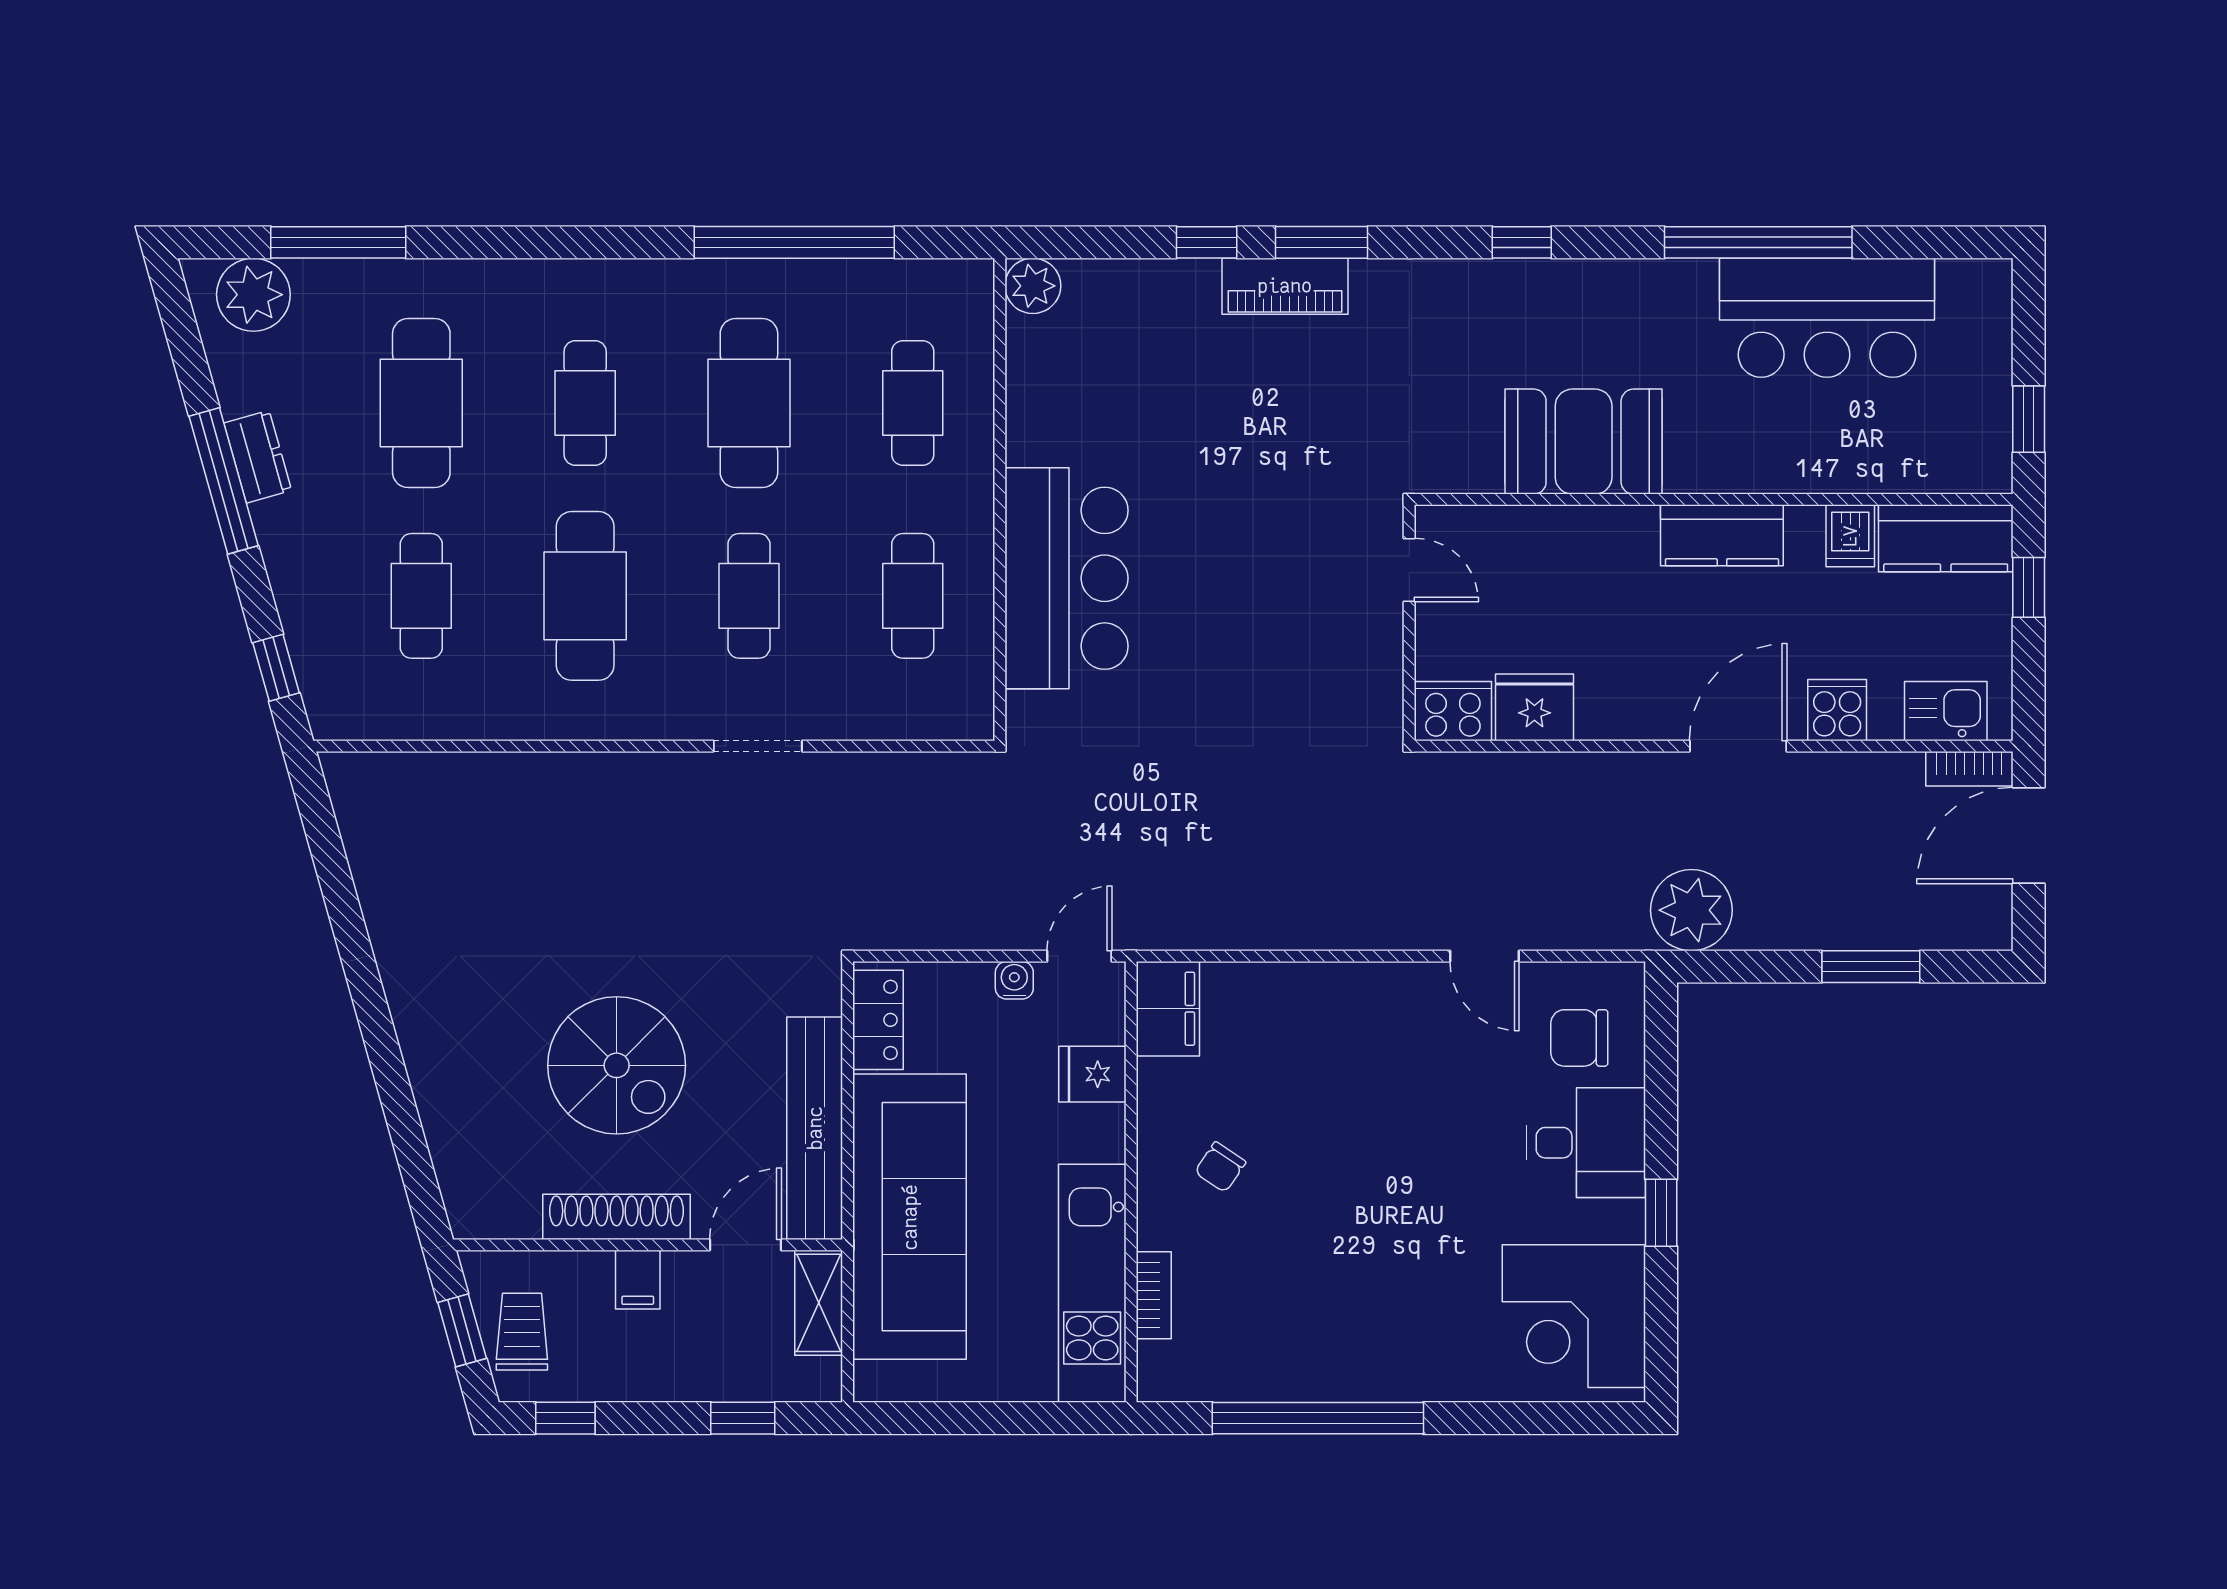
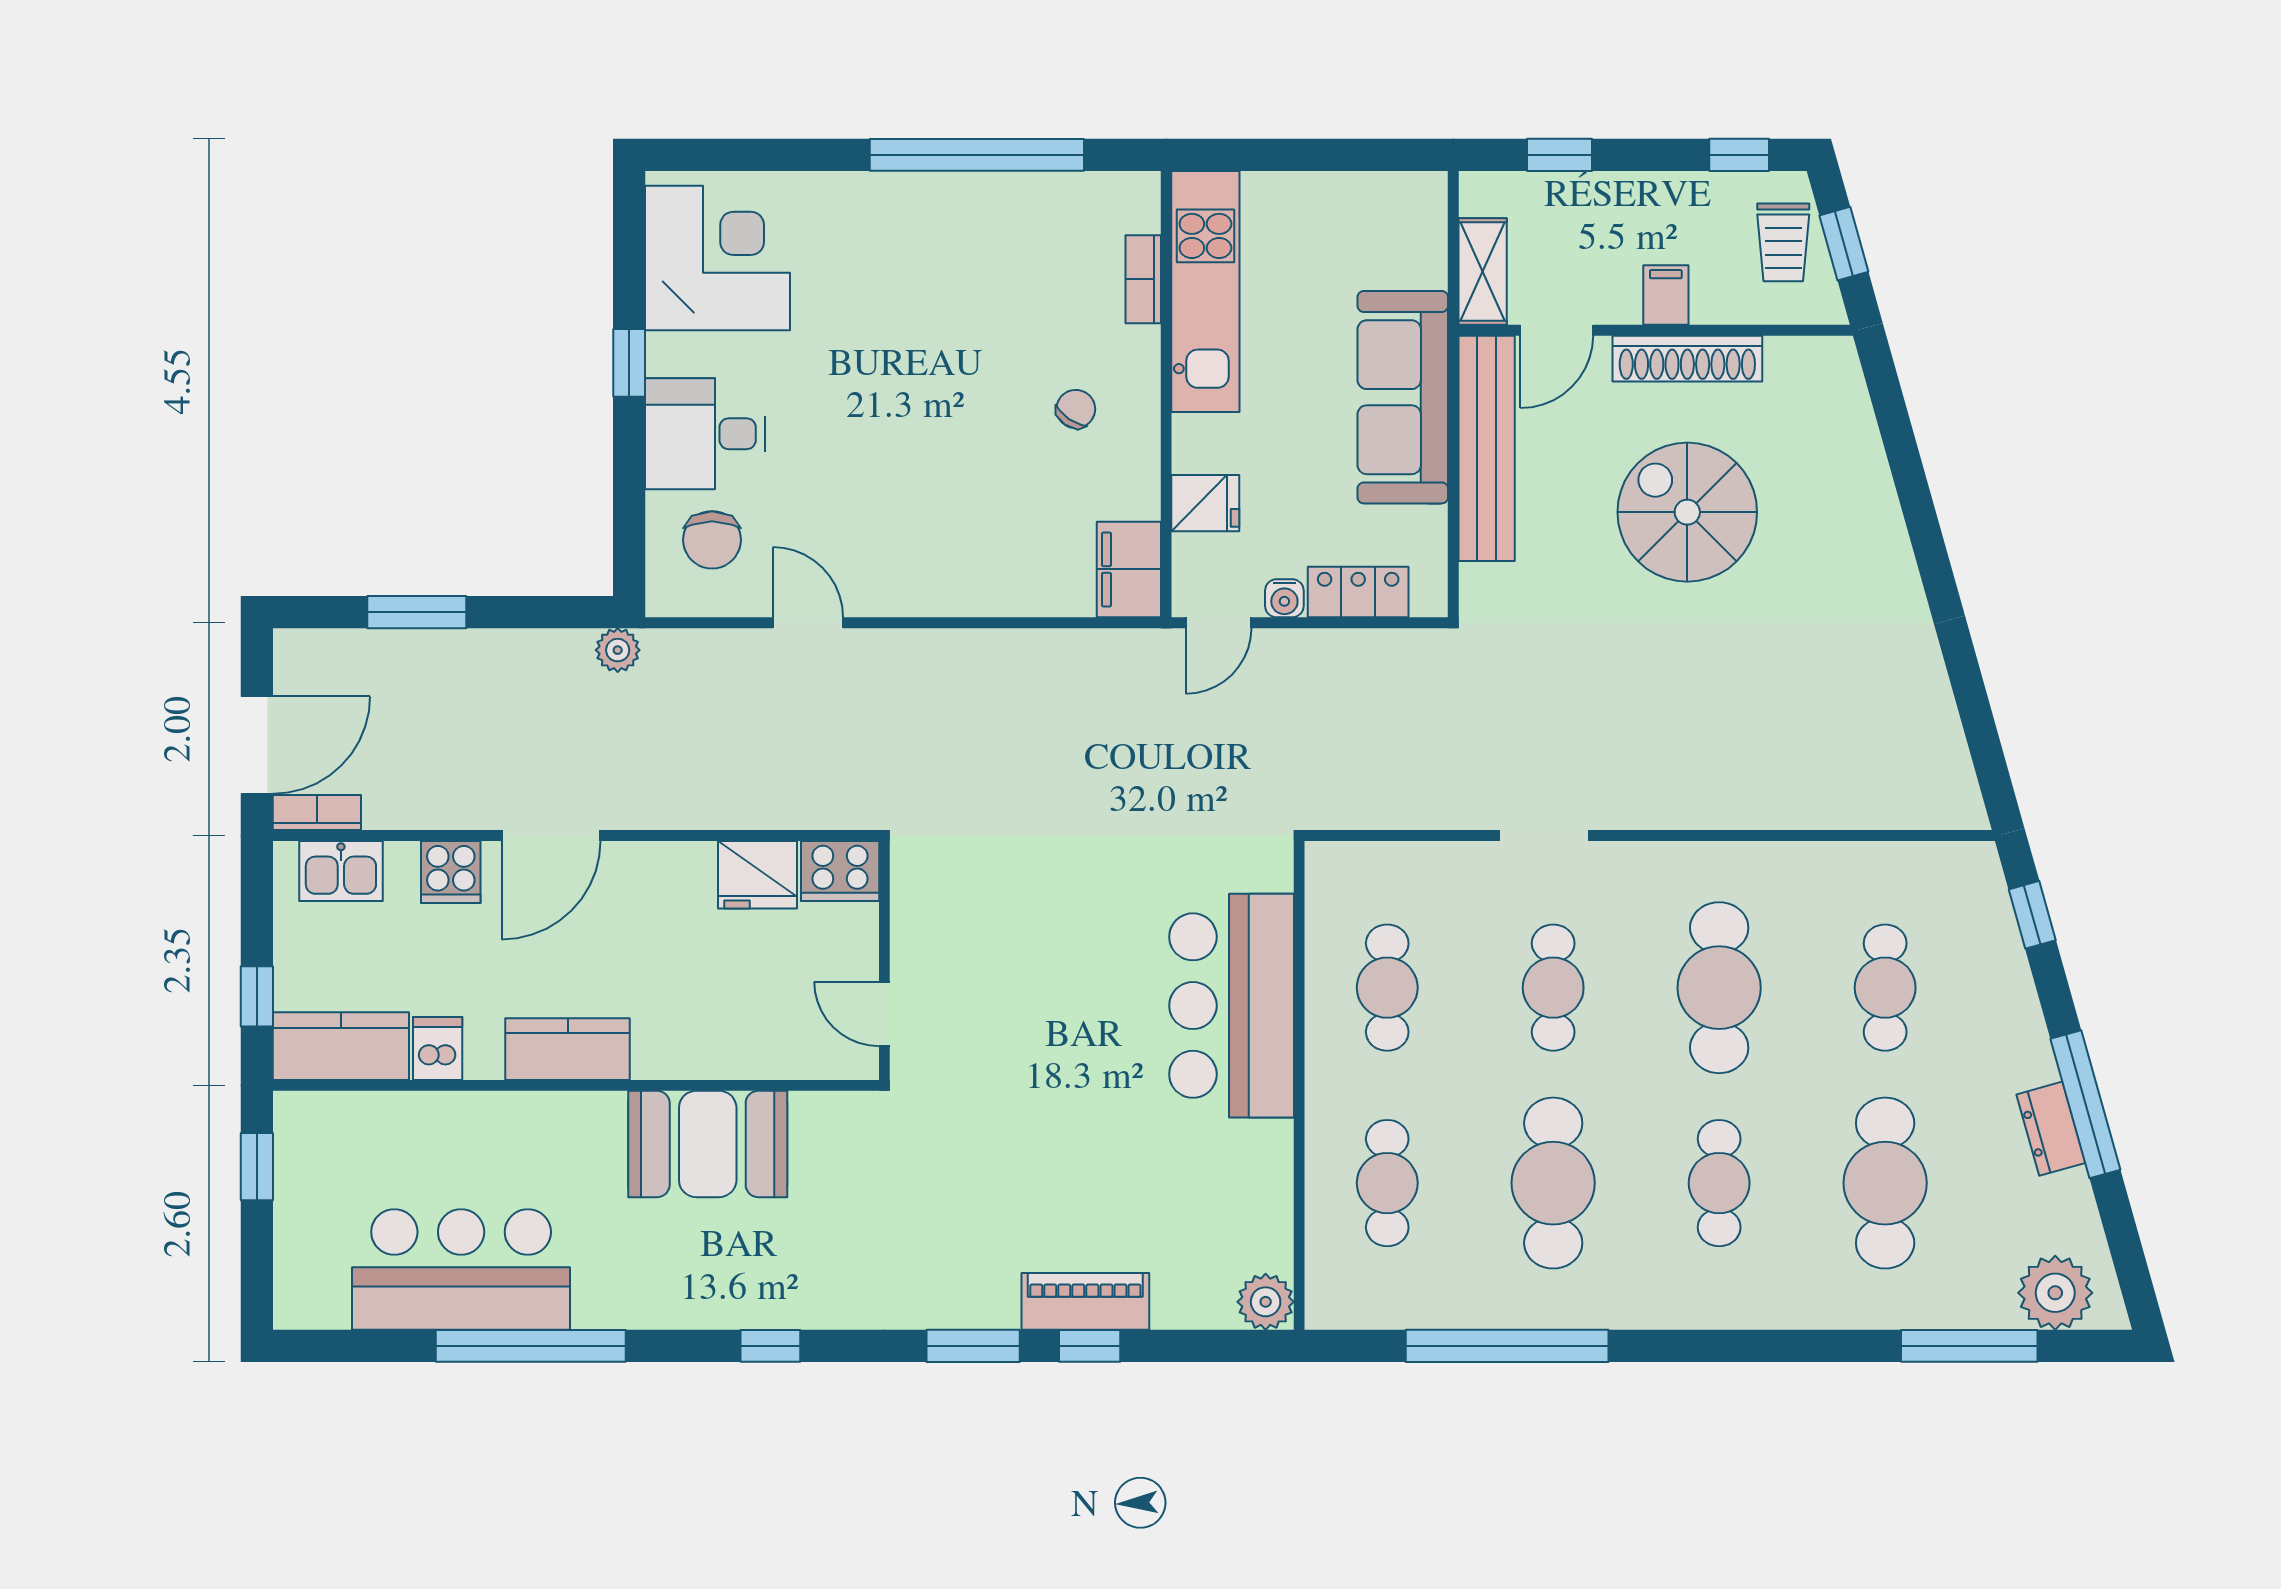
piano: (1285, 286) -> (1085, 1301), moved
plant: (1691, 910) -> (618, 650), width x0.53, depth x0.53
locker: (878, 1020) -> (1358, 592), moved, turned 90
chair: (1579, 1038) -> (712, 540), turned 90
sofa: (910, 1217) -> (1403, 397), width x0.74, depth x0.79

